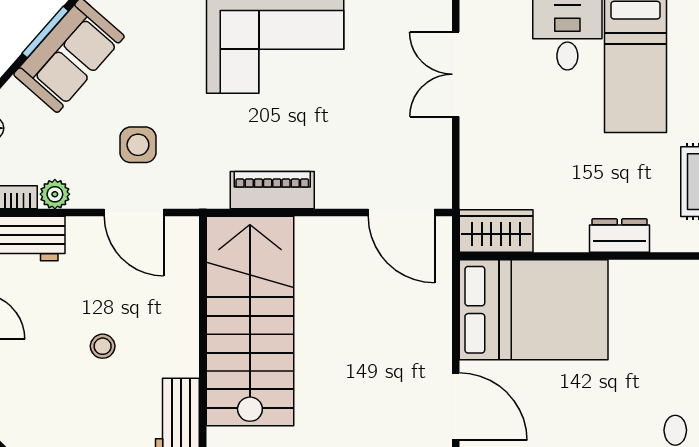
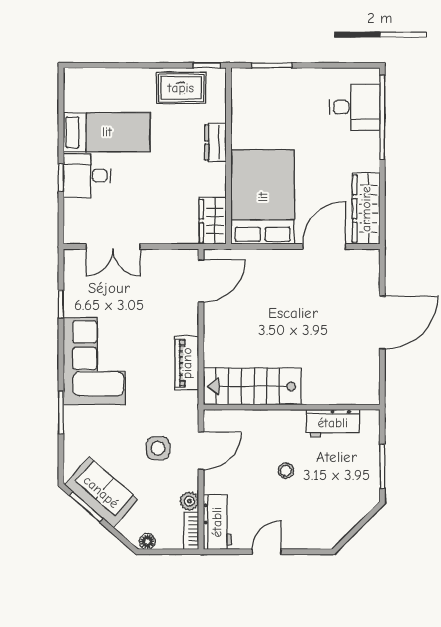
stairs: (250, 321) -> (252, 386), width x0.73, depth x0.66

